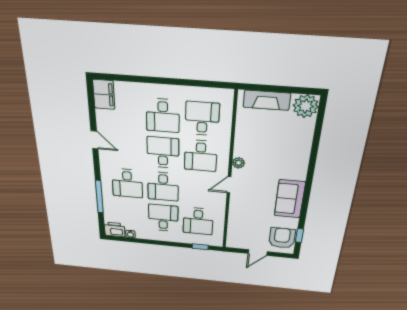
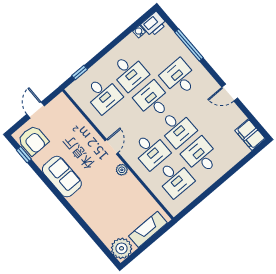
desk: (201, 156) -> (151, 151), turned 180
desk: (198, 221) -> (103, 95), turned 180

